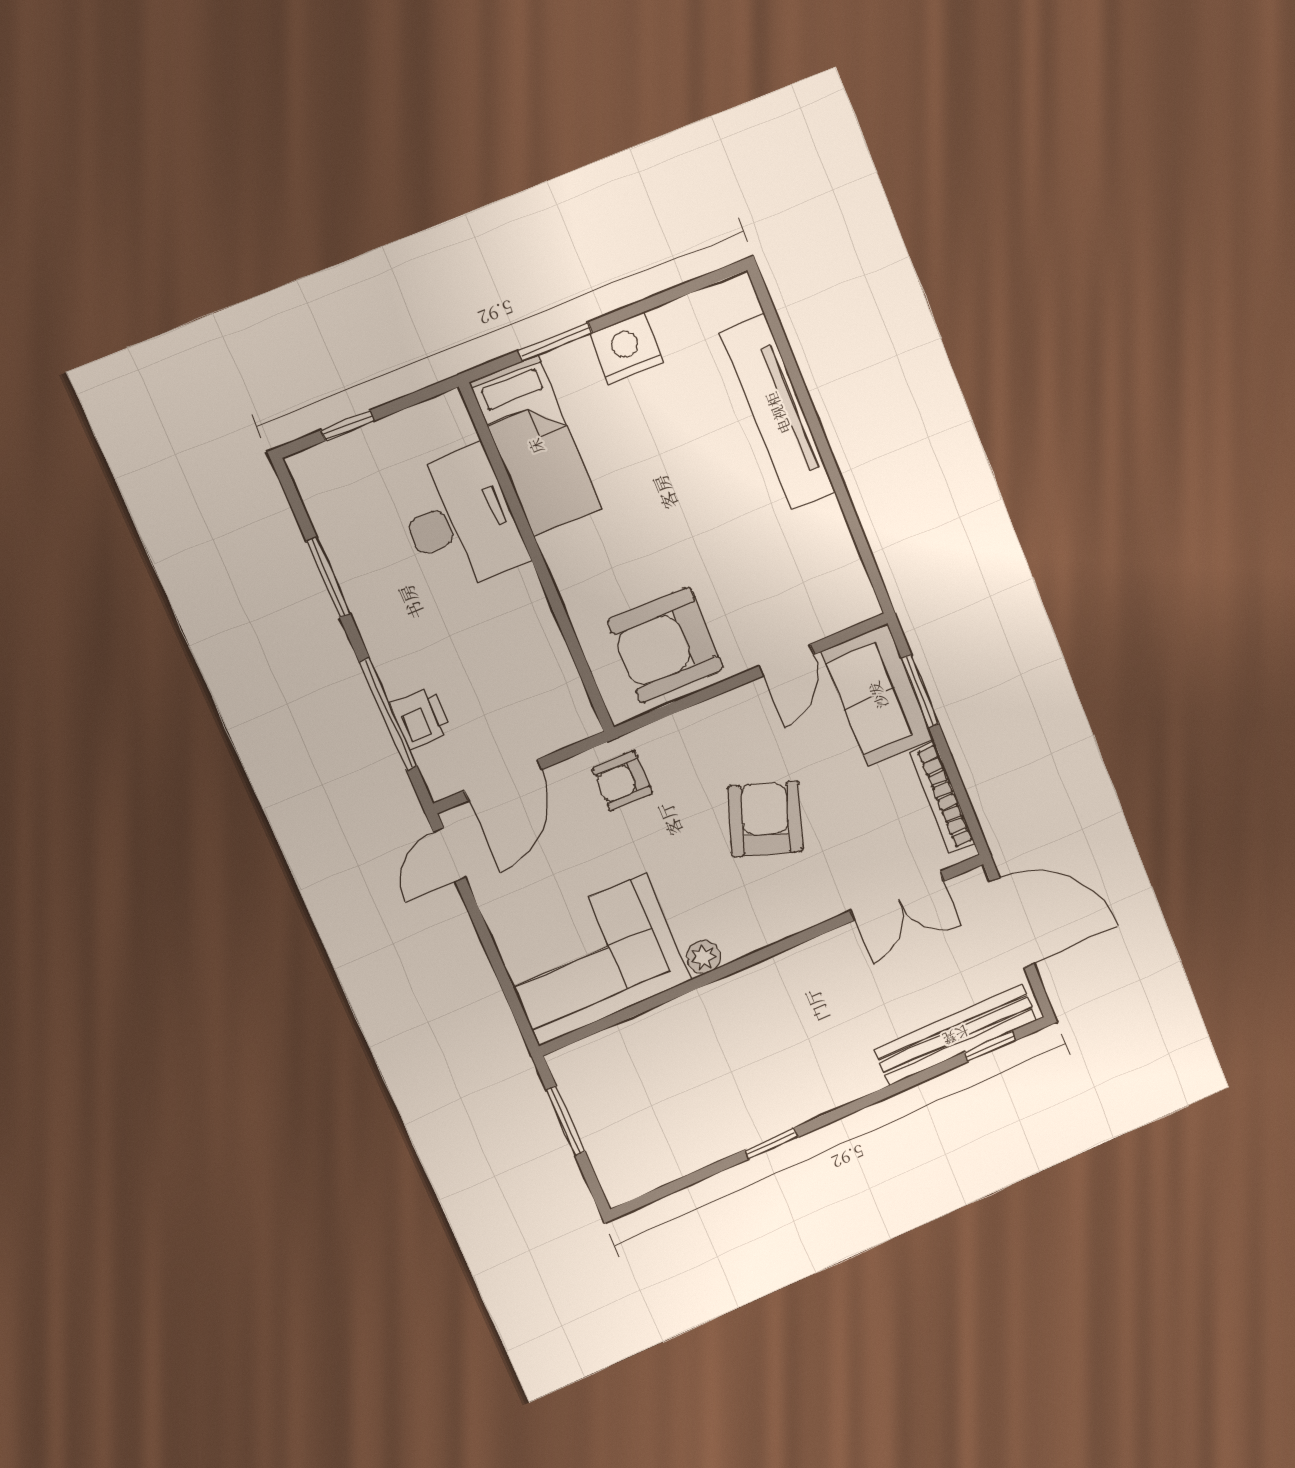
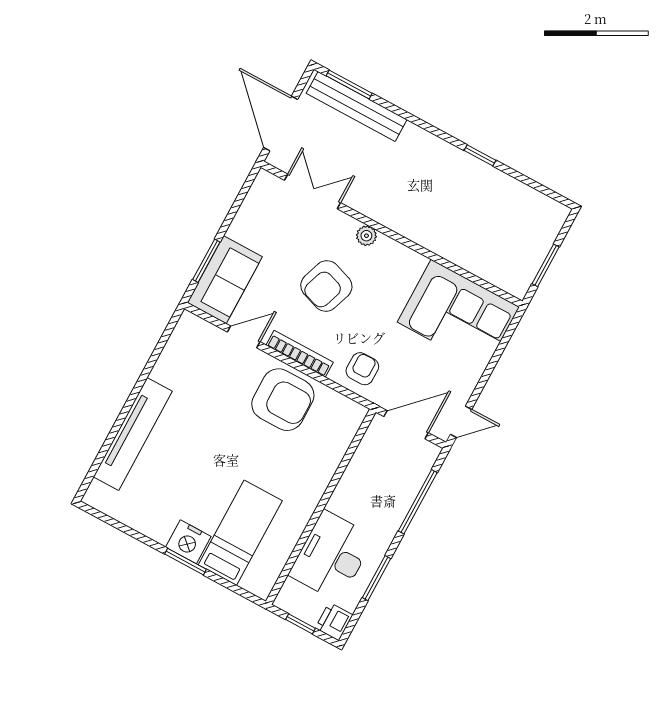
nightstand: (626, 348) -> (188, 542), moved
desk: (460, 520) -> (332, 556), moved
wall: (537, 559) -> (321, 507), moved
printer: (421, 718) -> (334, 622), moved
armchair: (622, 781) -> (362, 369), turned -90
bookcase: (942, 797) -> (300, 354), moved, turned -90
plant: (704, 957) -> (366, 236), moved
window: (990, 1046) -> (349, 85), width x1.50

